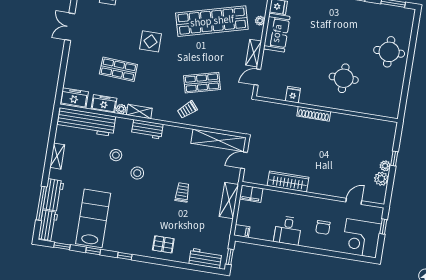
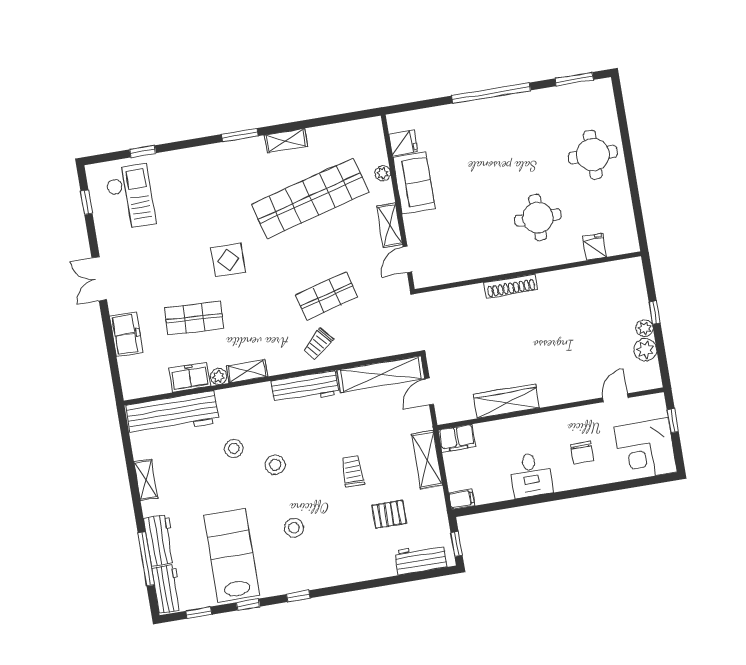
fridge: (293, 95) -> (595, 247), moved
freezer: (74, 98) -> (126, 334), moved, turned 90
workbench: (147, 129) -> (305, 388), moved, width x1.37
stool: (136, 214) -> (294, 528), added
pallet: (163, 244) -> (389, 514), moved

